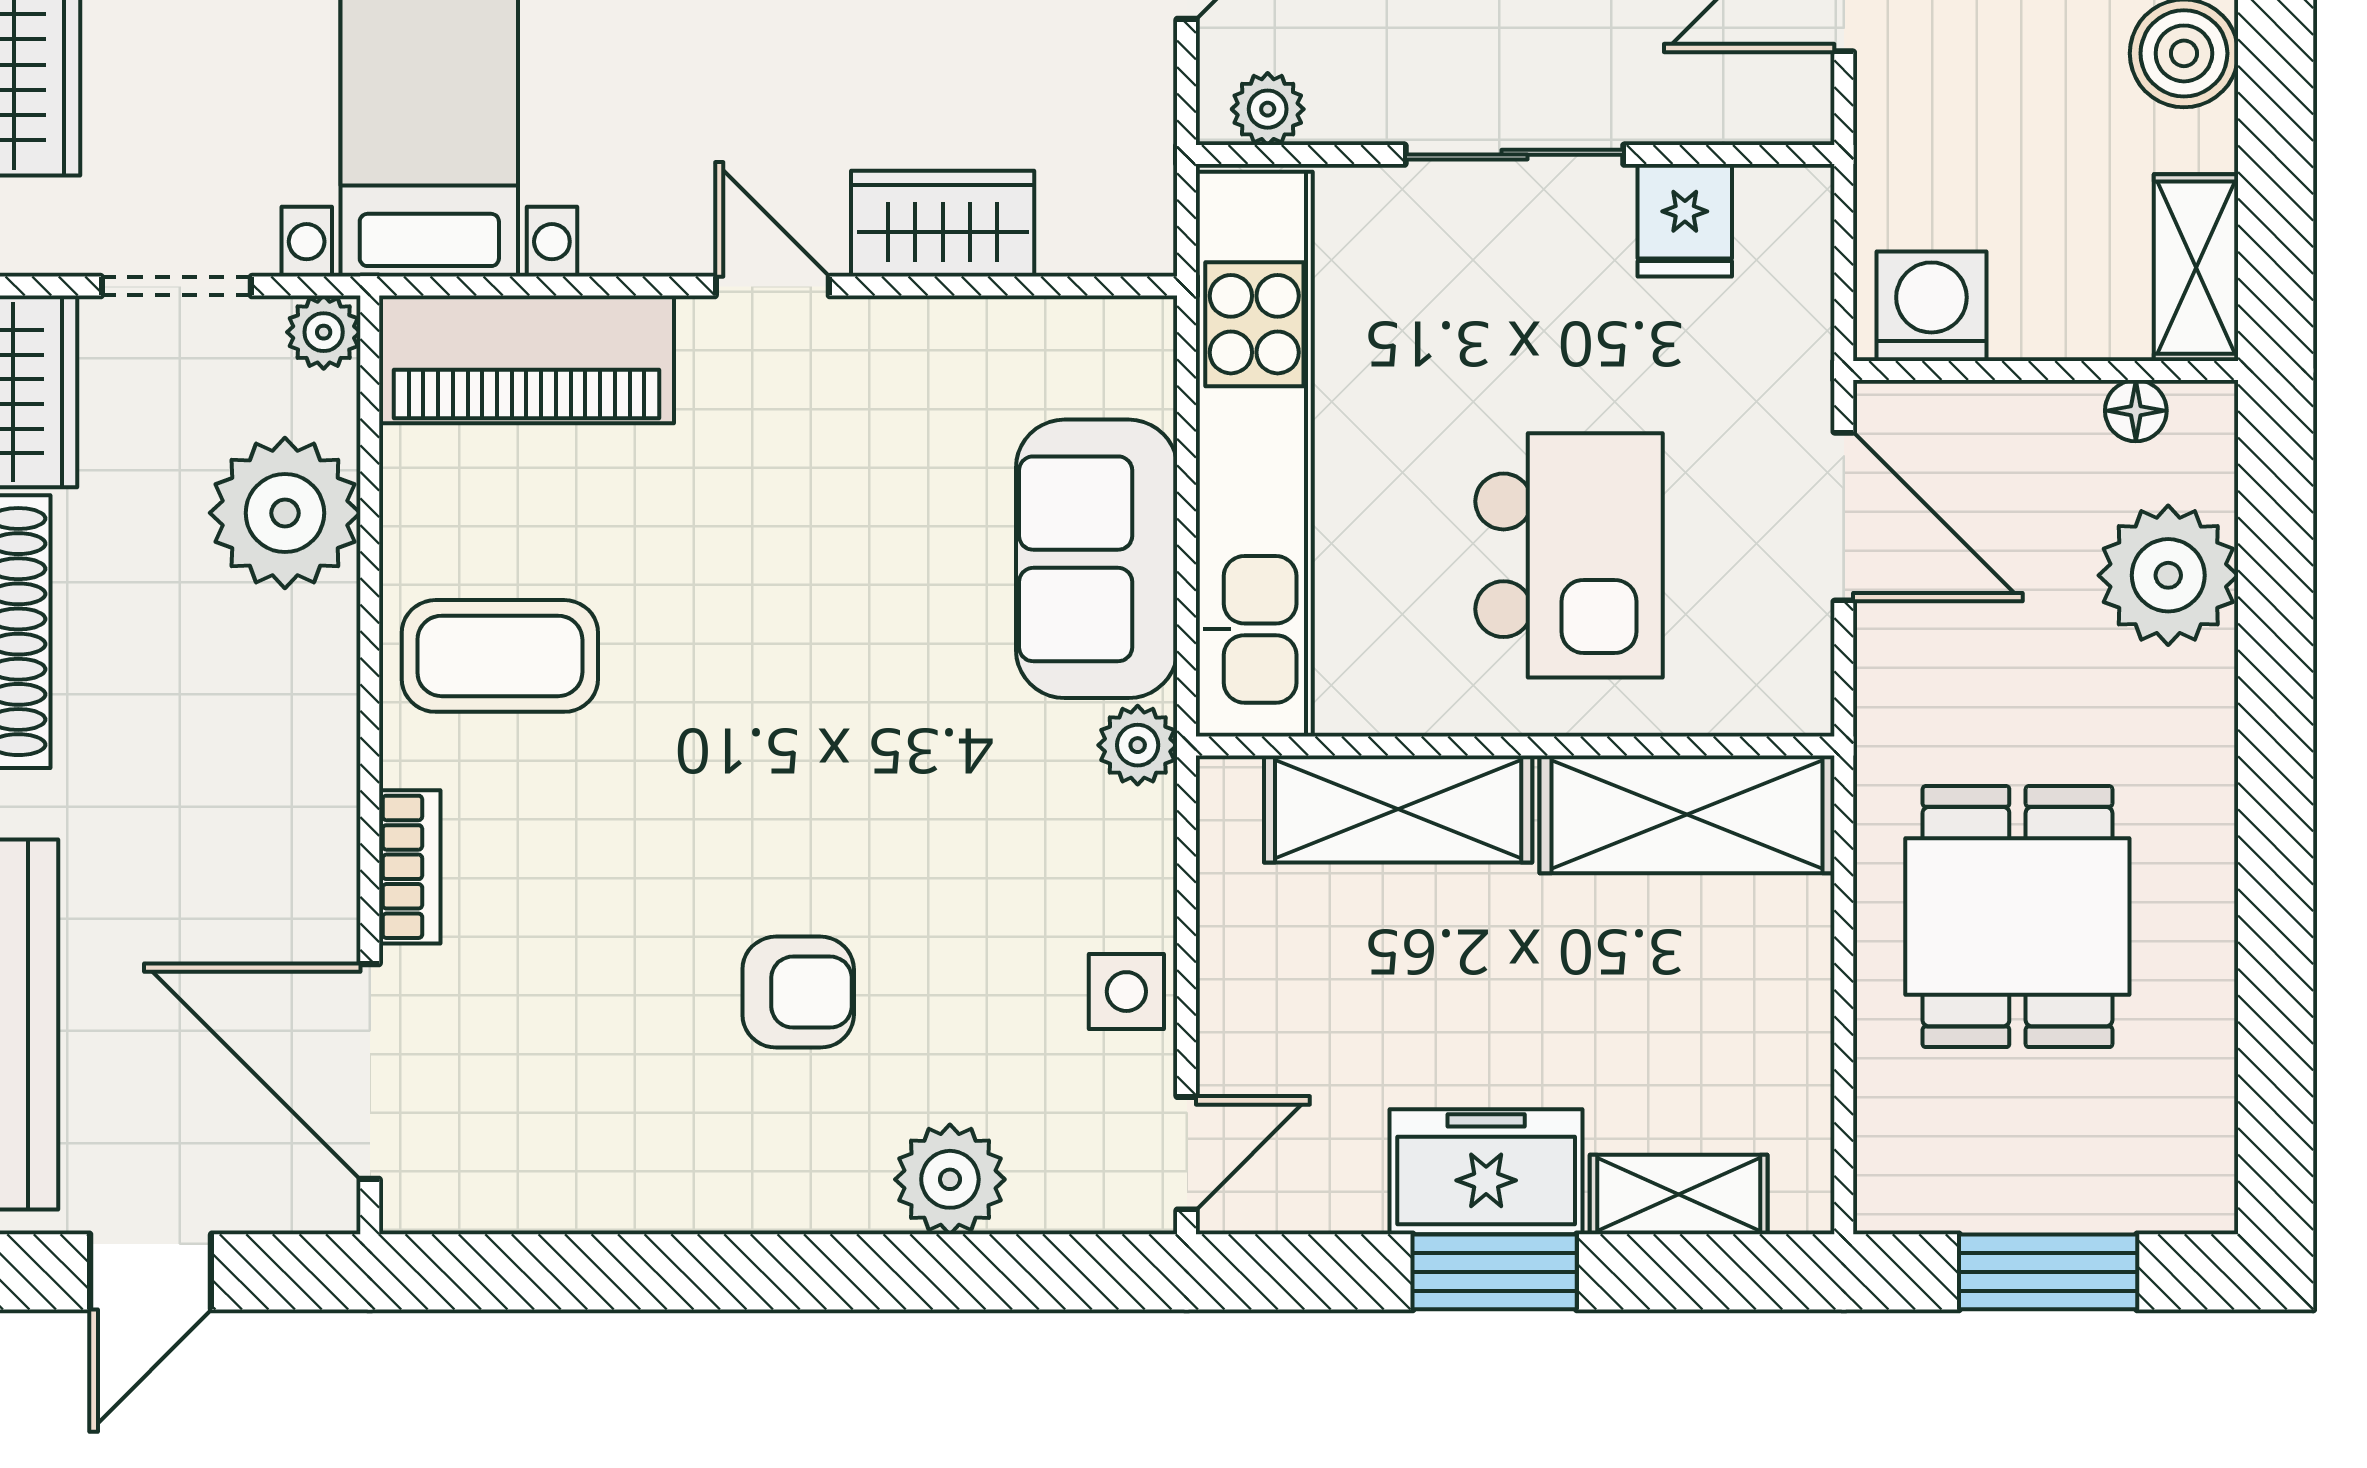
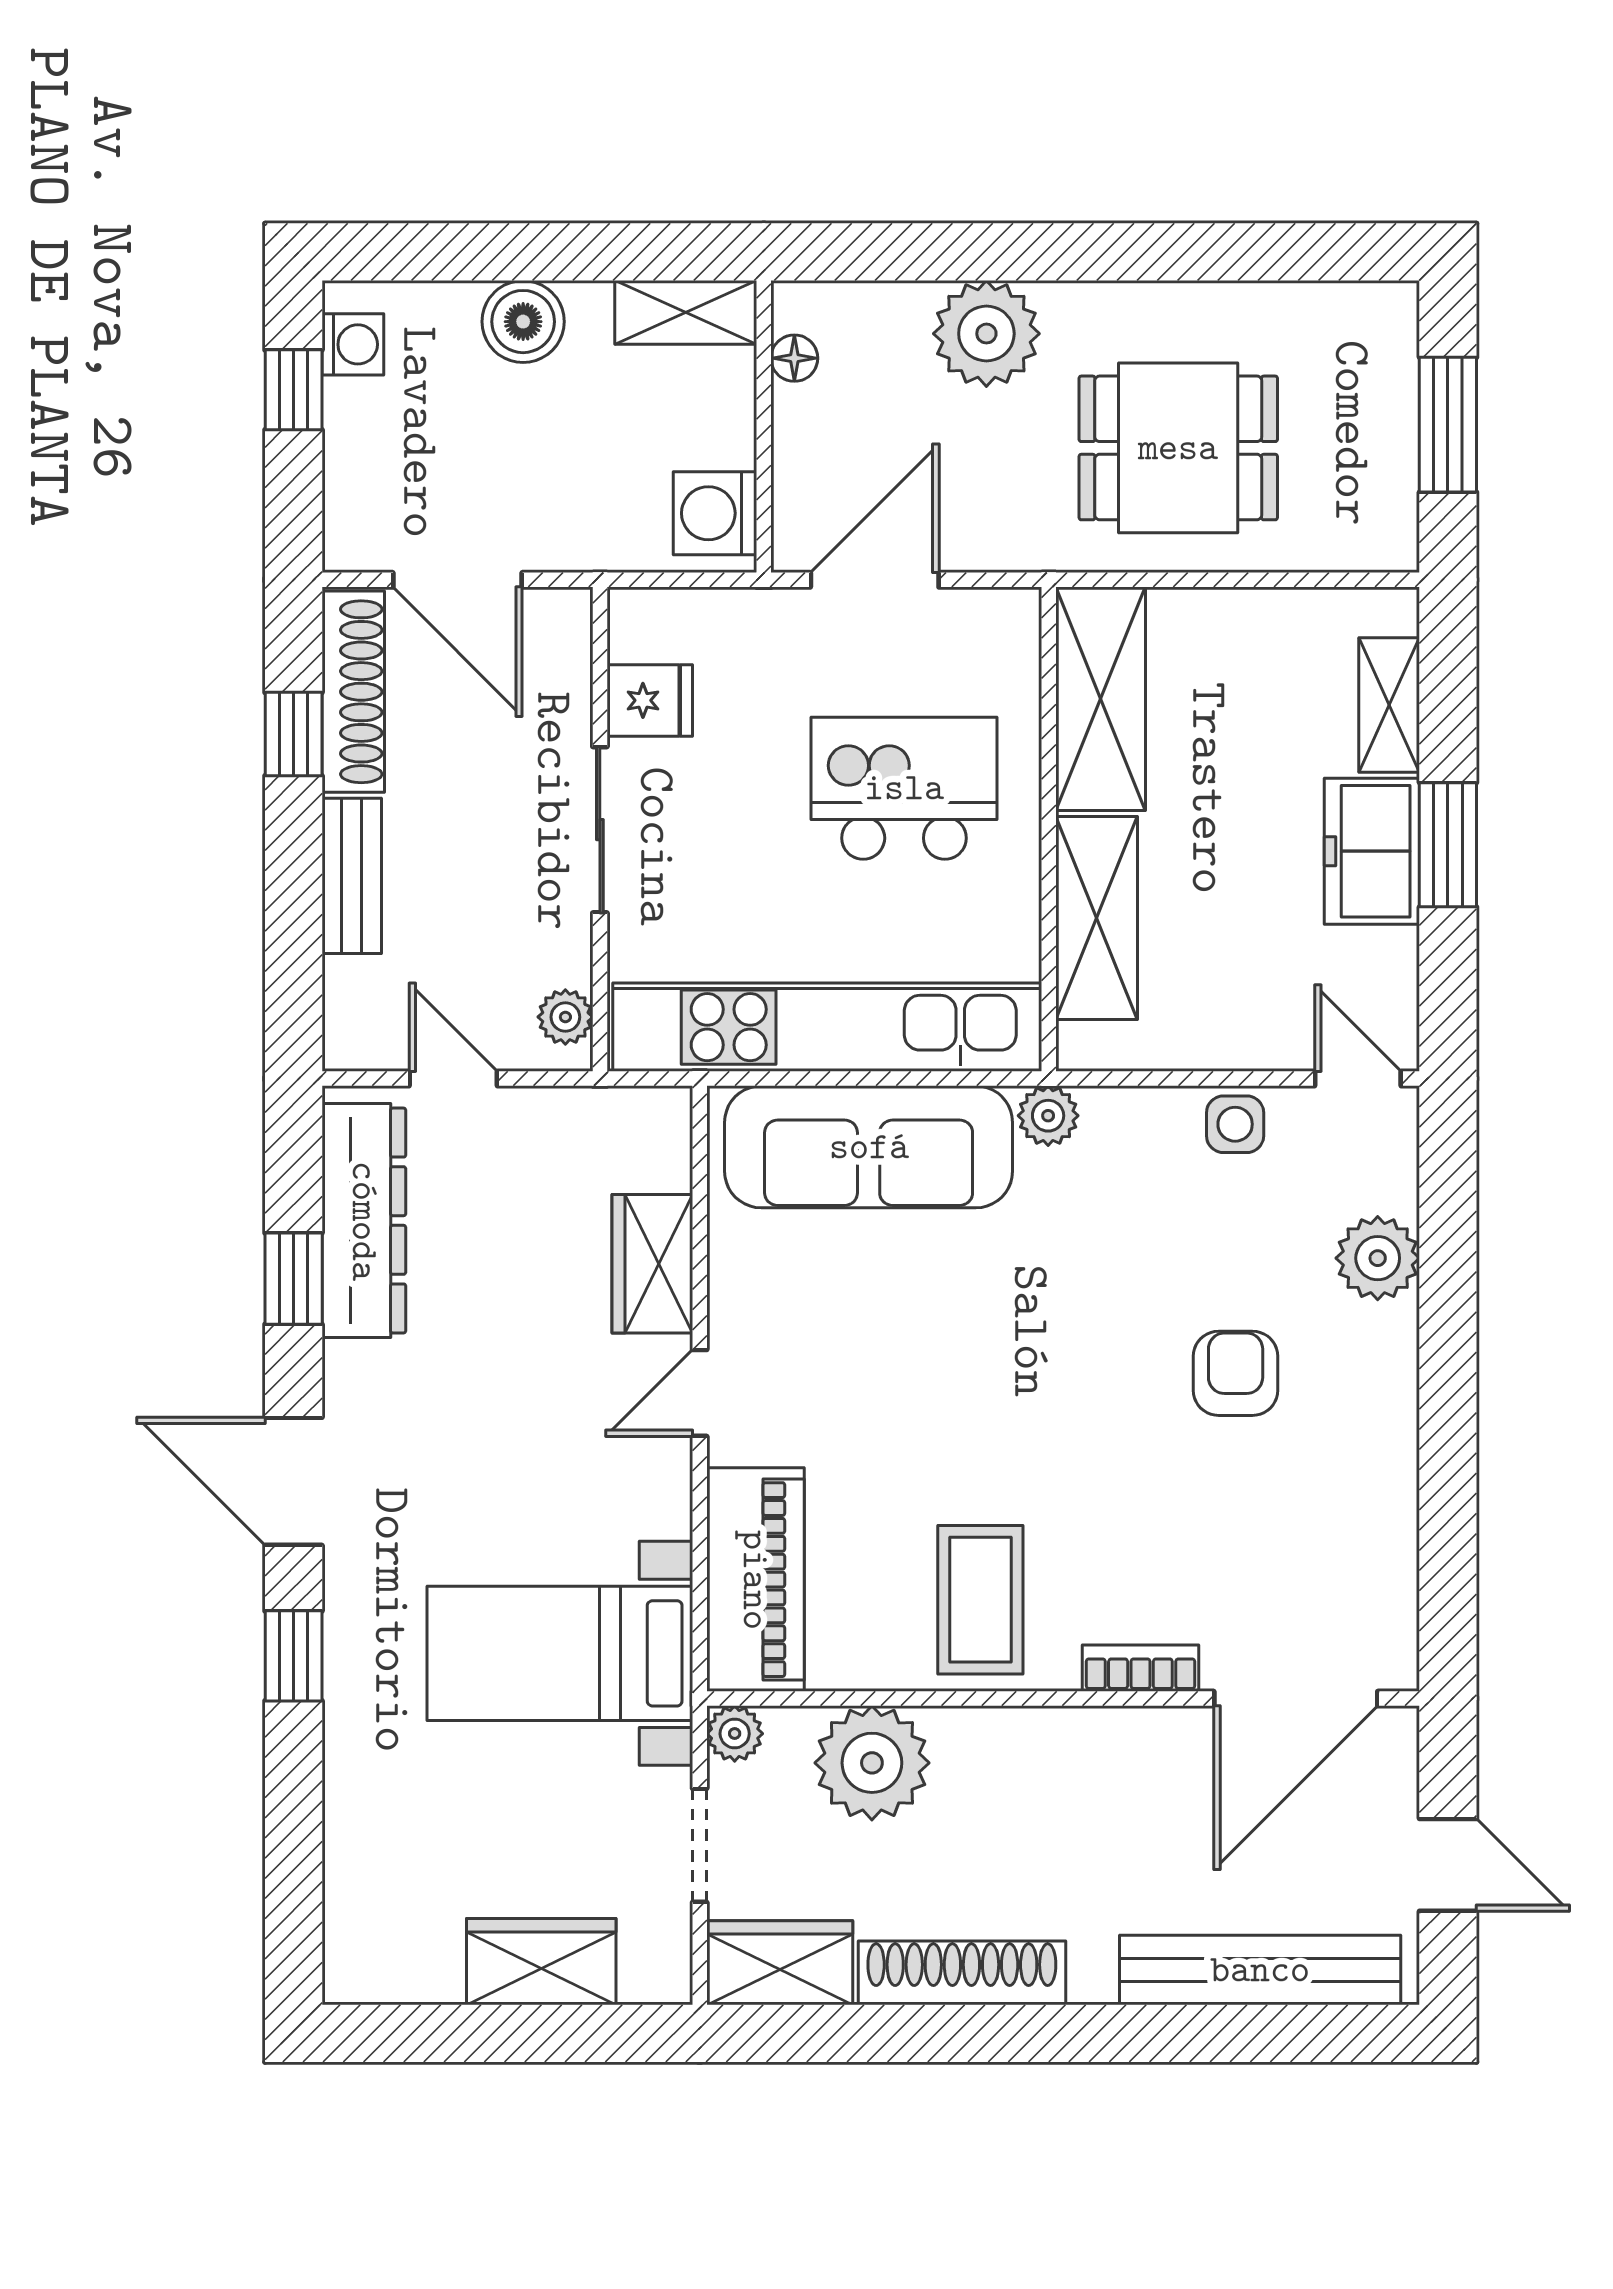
sofa: (1097, 559) -> (869, 1147), width x1.36
plant: (2168, 575) -> (986, 334), moved

